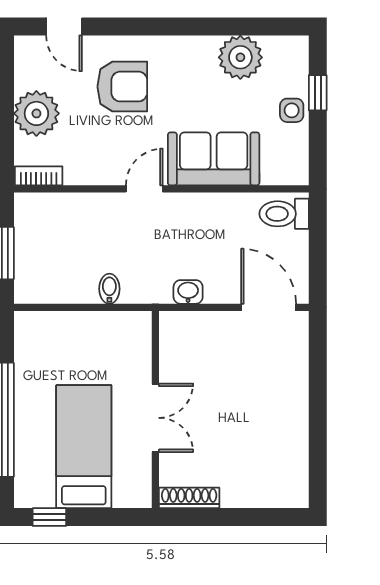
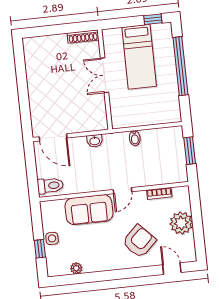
plant: (240, 57) -> (76, 268), width x0.53, depth x0.53
armchair: (122, 87) -> (139, 241), turned 136
bookcase: (39, 176) -> (159, 193), moved

